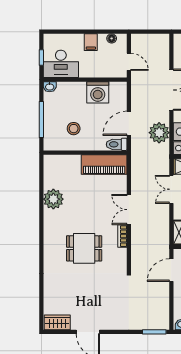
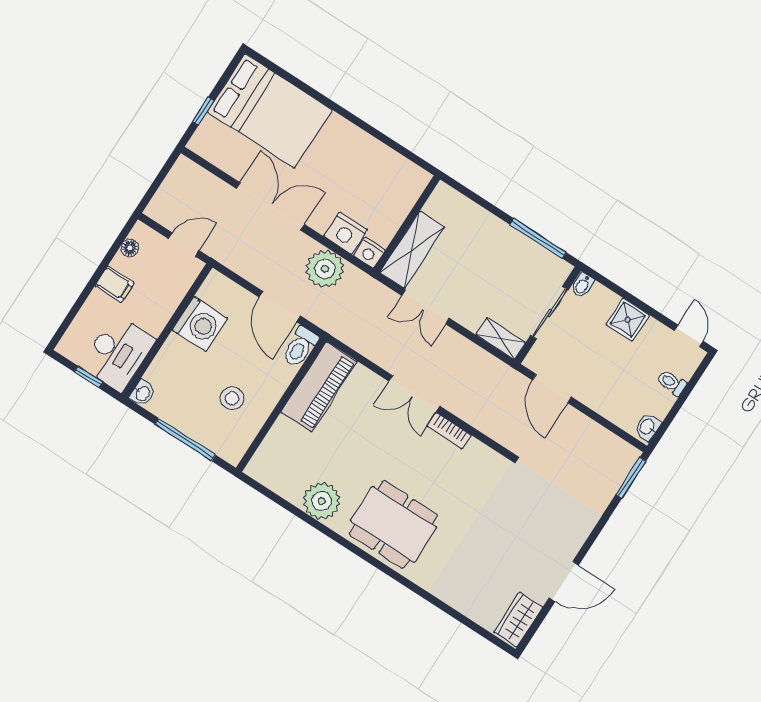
dining table: (84, 248) -> (393, 524), moved, width x1.37

